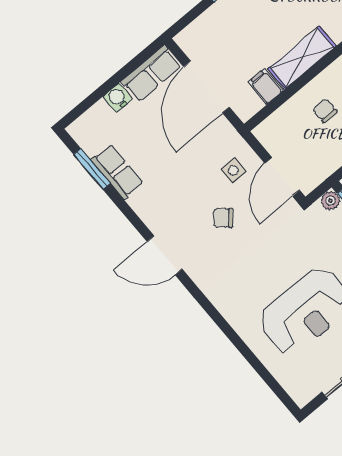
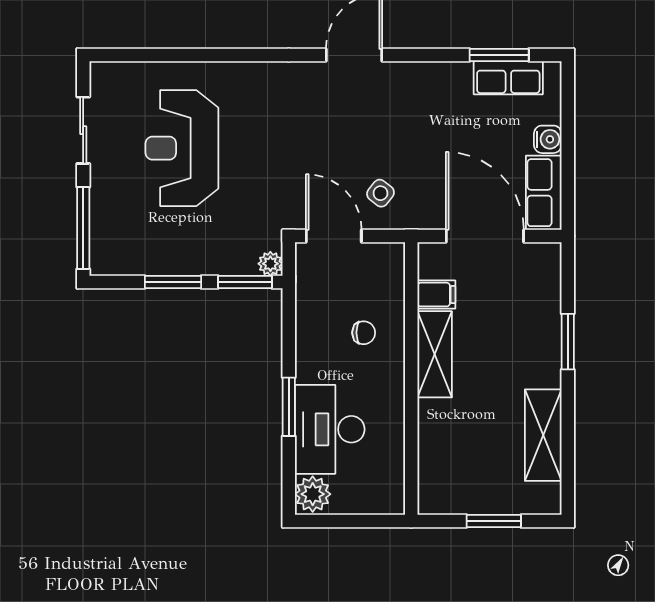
side table: (233, 170) -> (380, 193), turned 38
row of seats: (117, 172) -> (508, 78), moved
chair: (223, 218) -> (342, 144), removed

